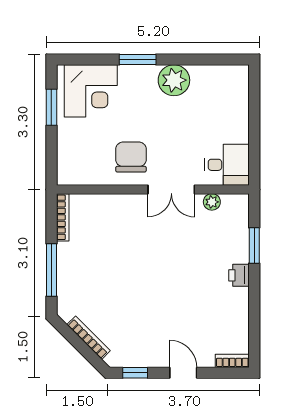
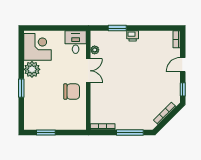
corner desk: (91, 91) -> (37, 47), moved
chair: (131, 157) -> (72, 92), turned 180

